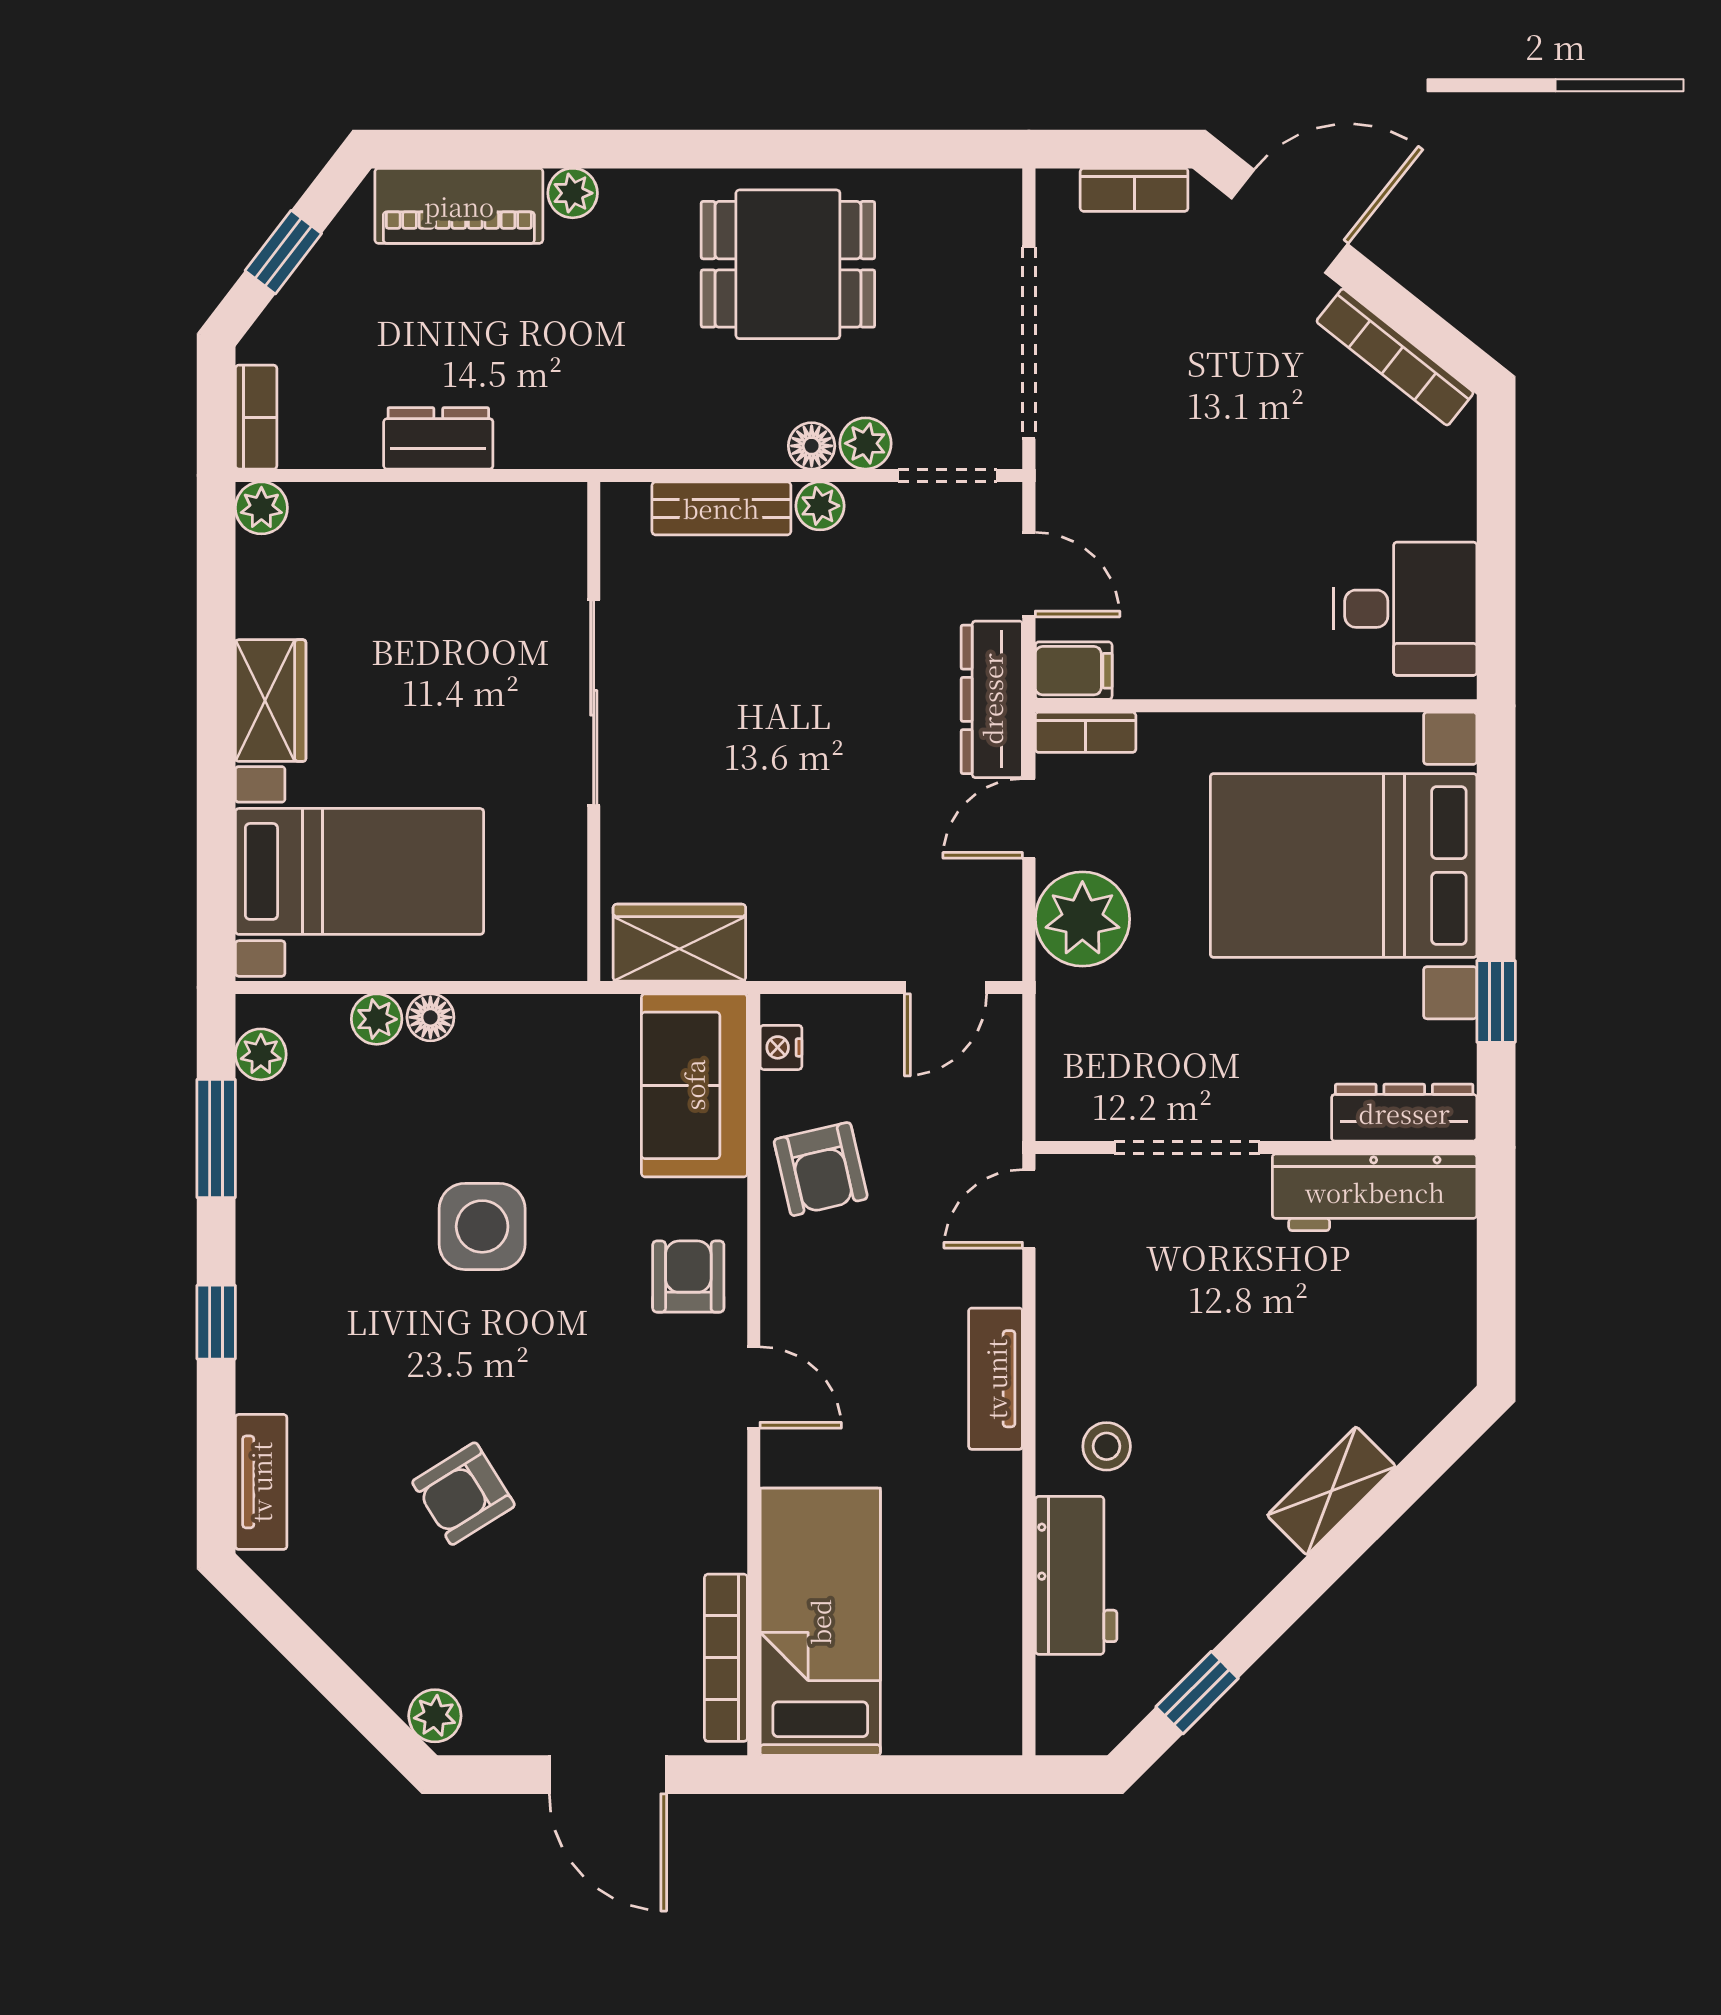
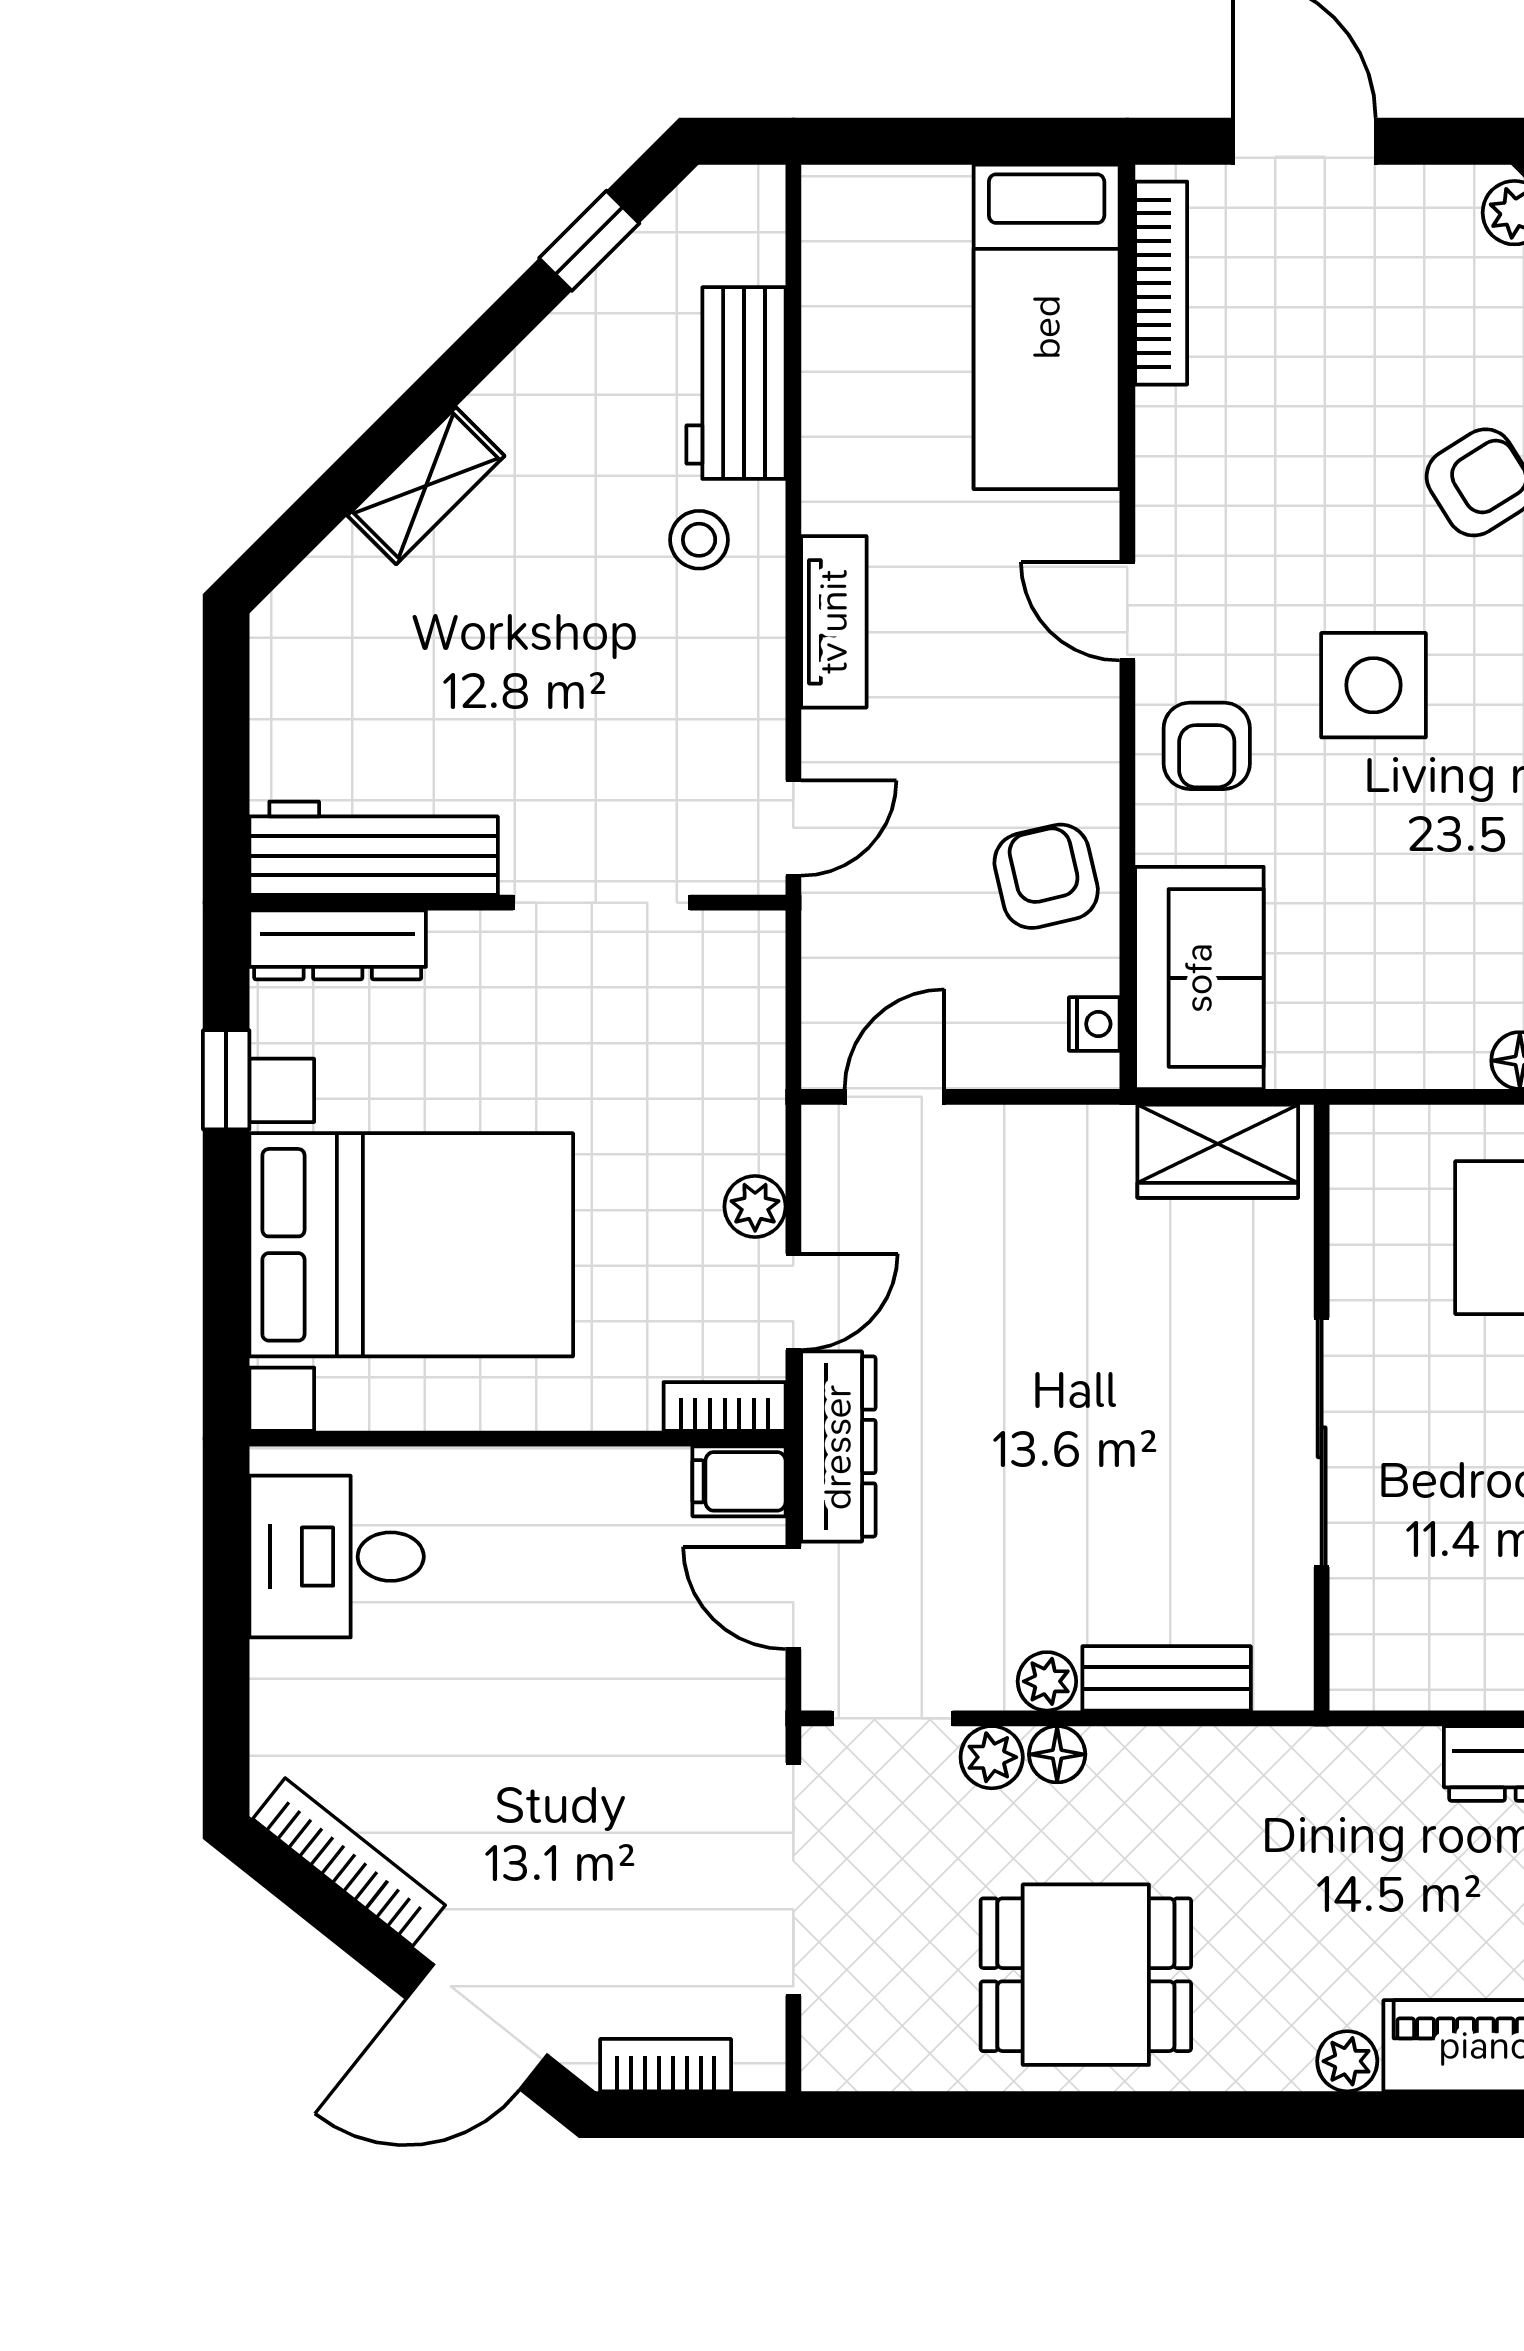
plant: (1082, 919) -> (755, 1207), width x0.53, depth x0.53
side table: (482, 1226) -> (1373, 685), moved

